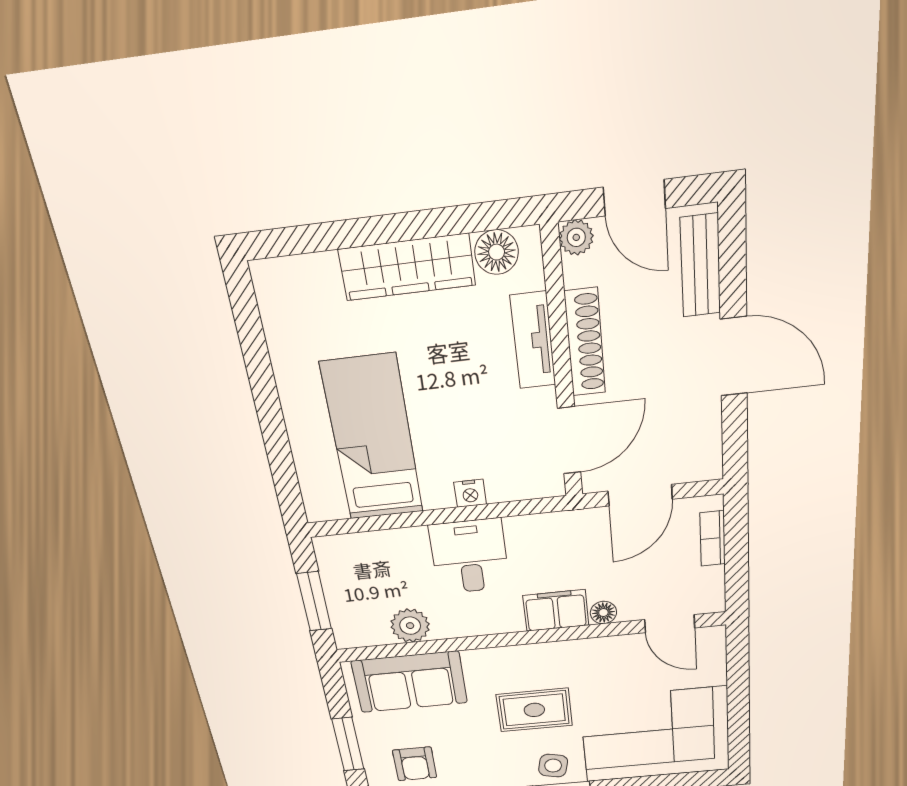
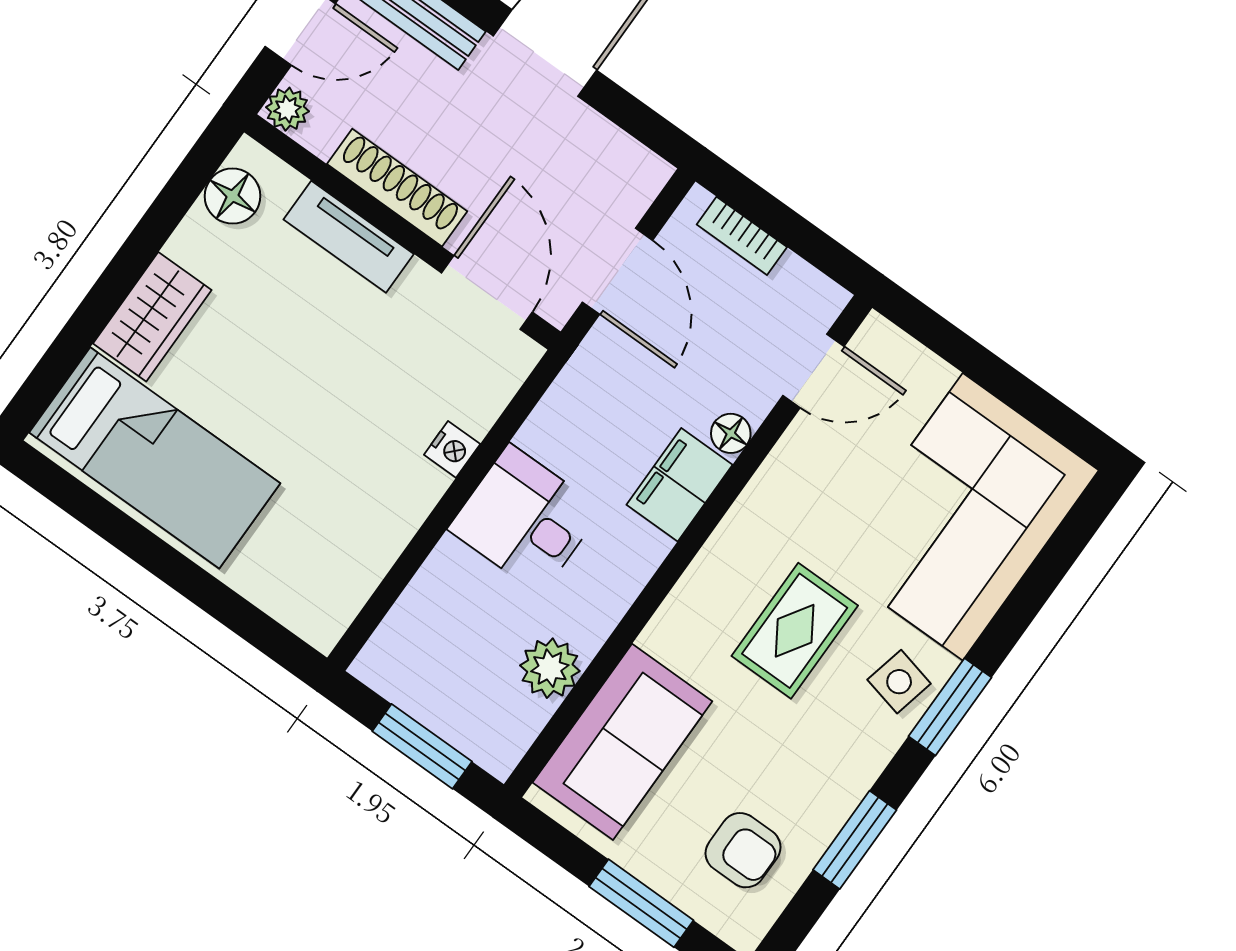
wardrobe: (407, 267) -> (152, 317), width x0.67
bed: (372, 439) -> (155, 458), moved, turned 180

